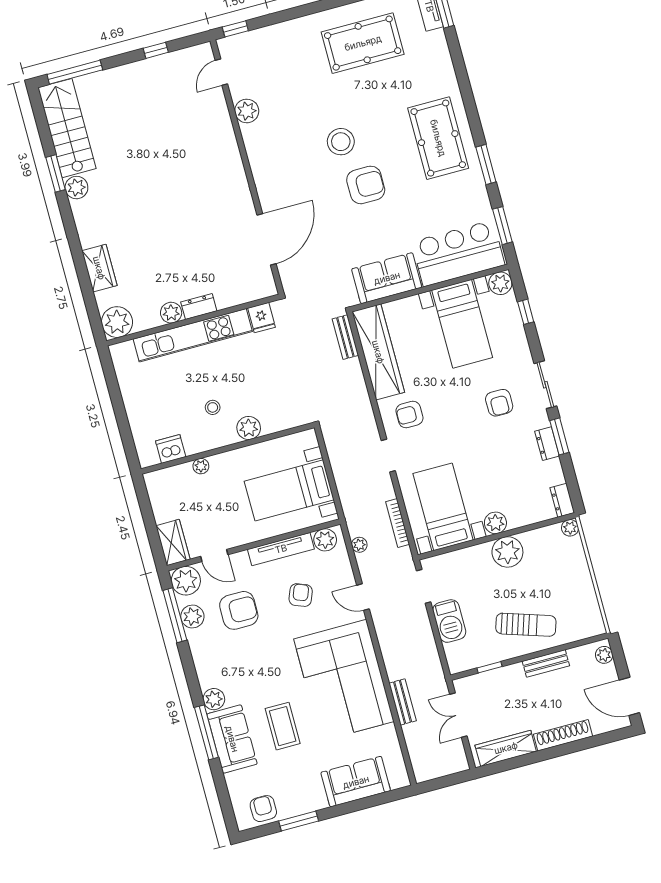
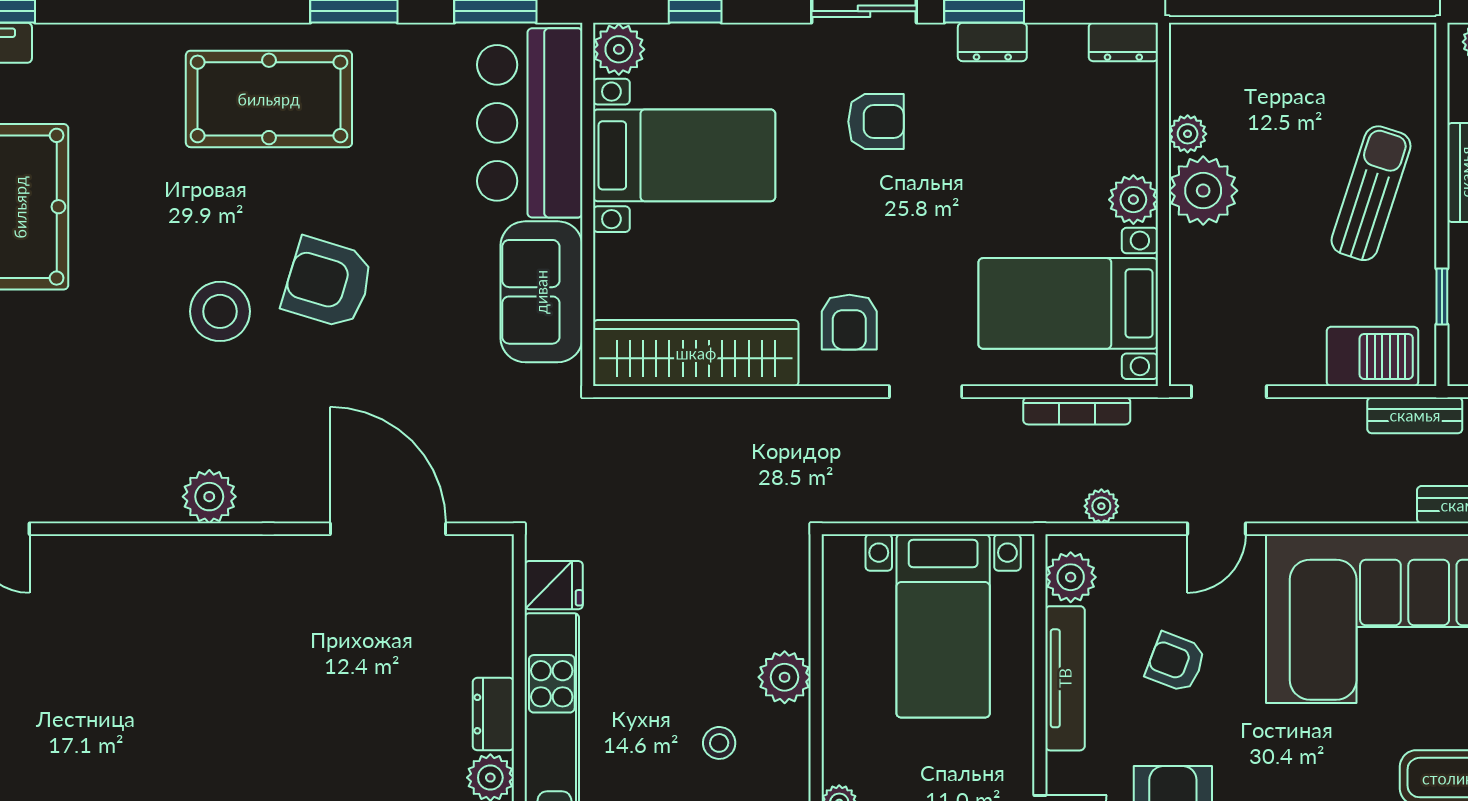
plant: (247, 111) -> (209, 497), moved
armchair: (366, 185) -> (328, 283), turned -73
bench: (345, 337) -> (1415, 415), moved
plant: (570, 528) -> (1188, 134), moved
barbecue: (449, 621) -> (1372, 356), moved

